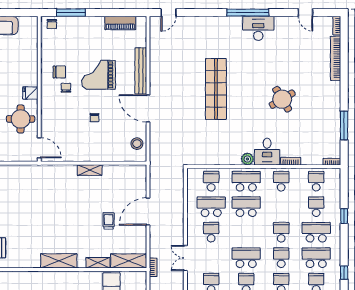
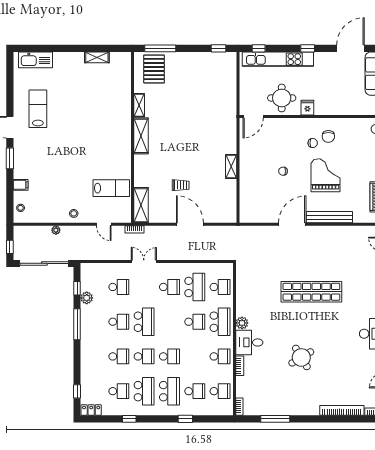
stool: (137, 144) -> (257, 213), removed
school desk: (246, 207) -> (195, 322), width x0.54
shelving: (98, 263) -> (139, 105), moved

